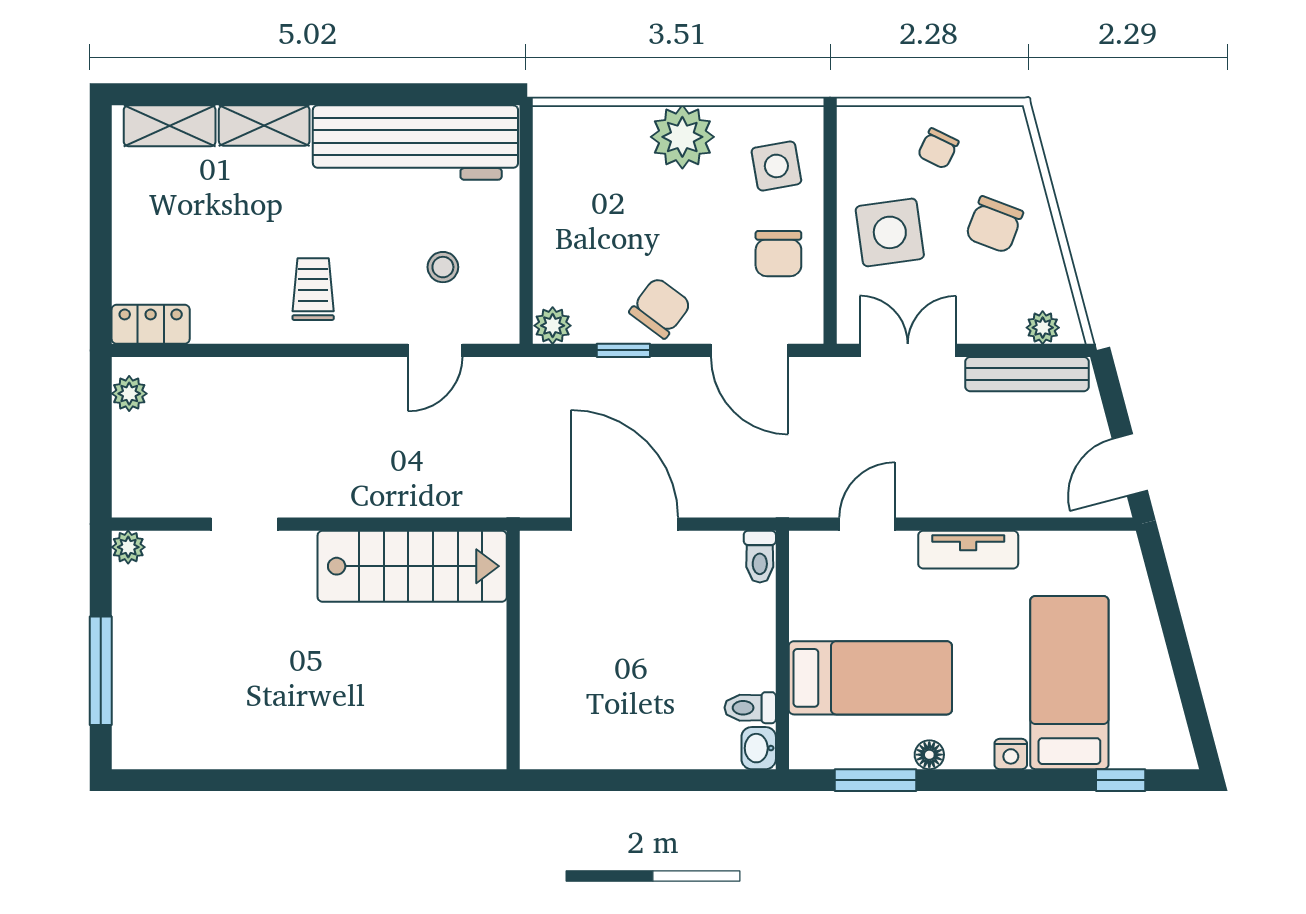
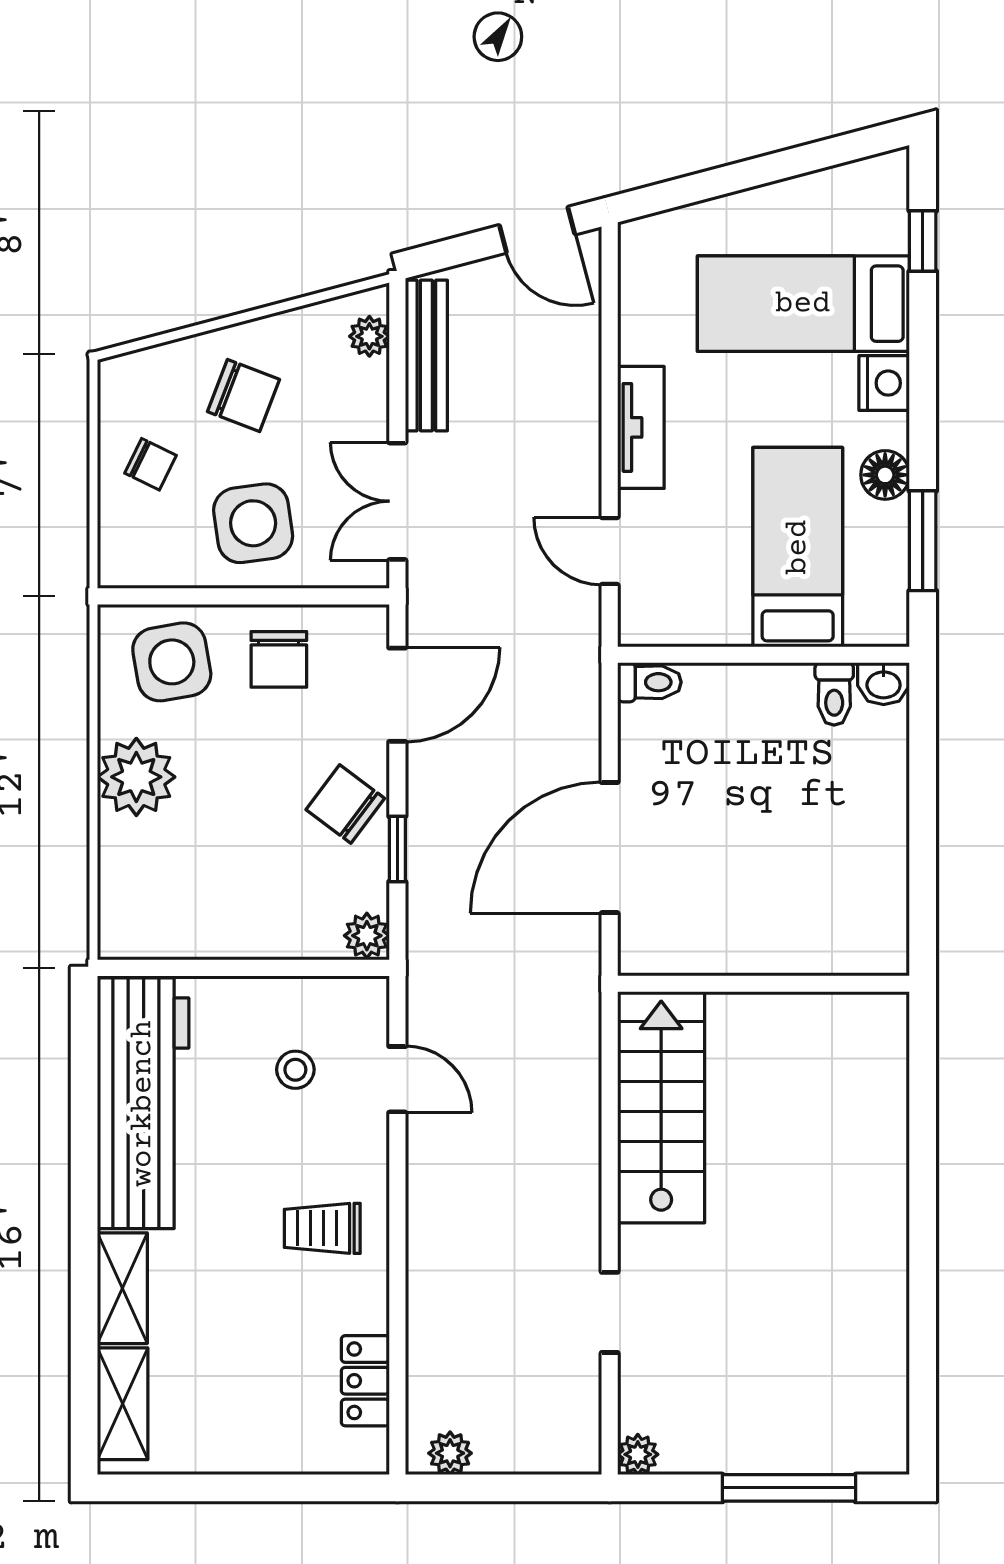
side table: (776, 166) -> (172, 662), width x1.37, depth x1.37
chair: (778, 254) -> (279, 659), turned 90
locker: (151, 324) -> (365, 1381), moved
nightstand: (1011, 754) -> (884, 383), width x1.39, depth x1.35
floor lamp: (929, 755) -> (885, 475), width x1.37, depth x1.37

